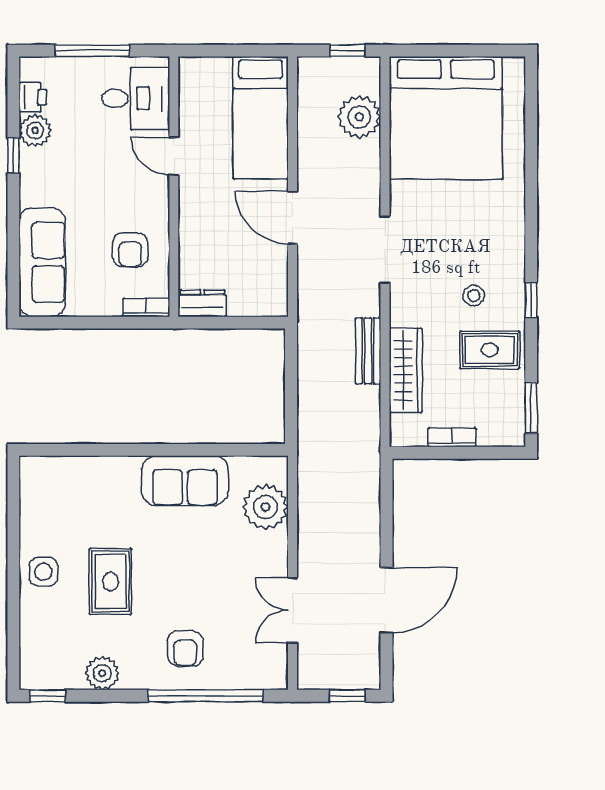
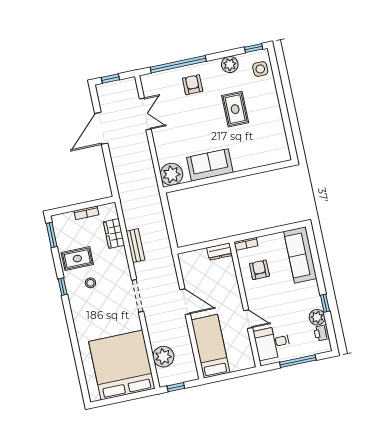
wardrobe: (406, 370) -> (114, 233), width x0.67
plant: (265, 507) -> (172, 174), moved
side table: (43, 572) -> (260, 69), moved

